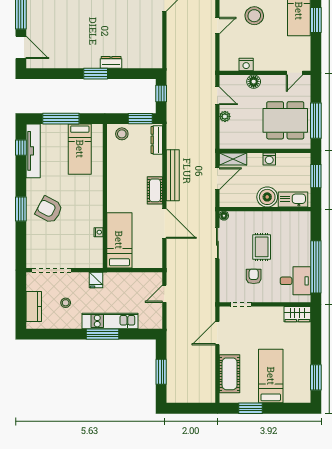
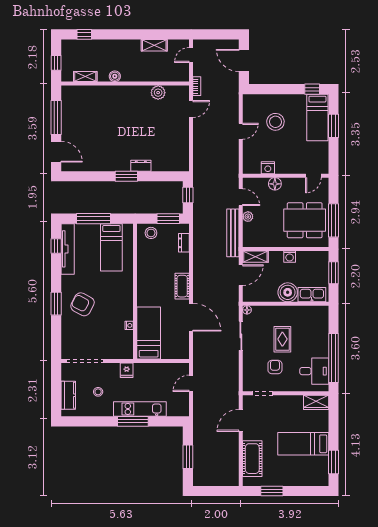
dresser: (157, 140) -> (184, 243), width x0.70
bench: (173, 175) -> (233, 233), moved
bed: (271, 376) -> (303, 444), moved, turned -90

